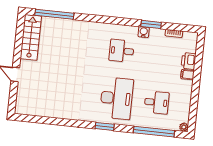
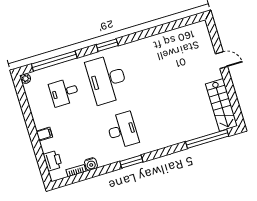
window: (151, 24) -> (131, 162), moved
water cooler: (144, 32) -> (91, 164), moved
desk: (122, 51) -> (122, 130), width x1.37
printer: (189, 61) -> (53, 161), moved

